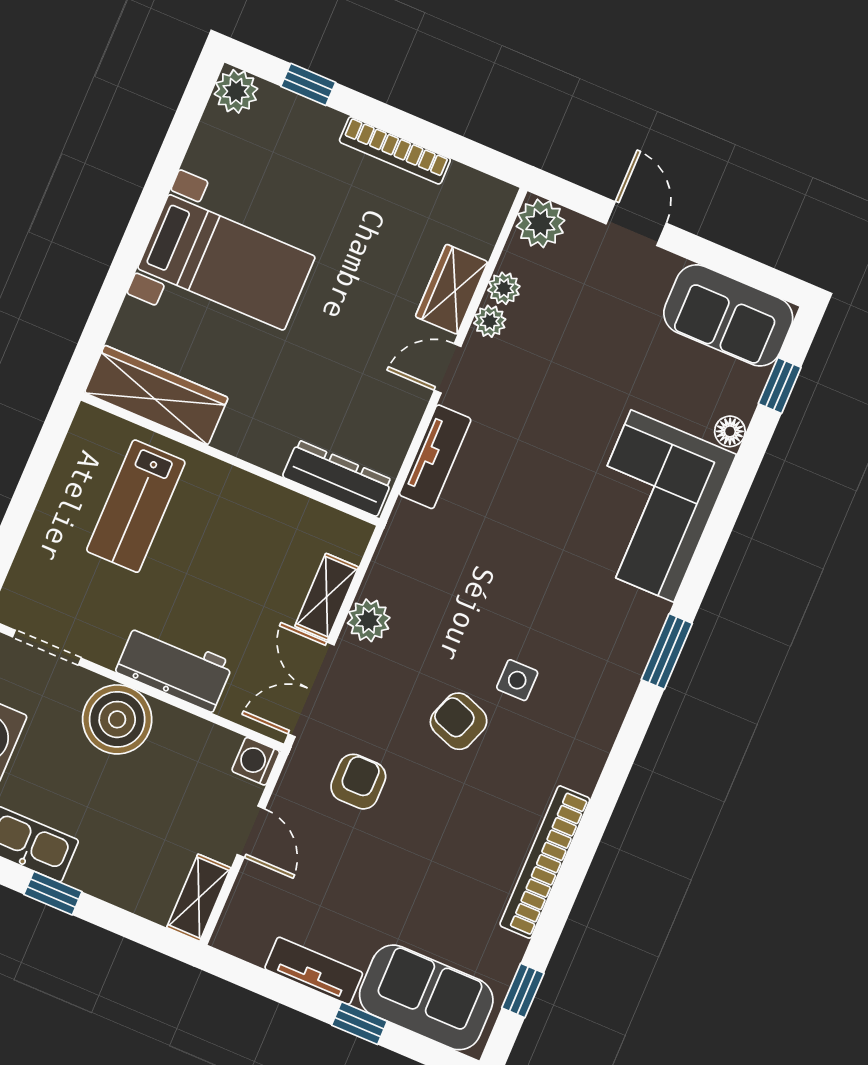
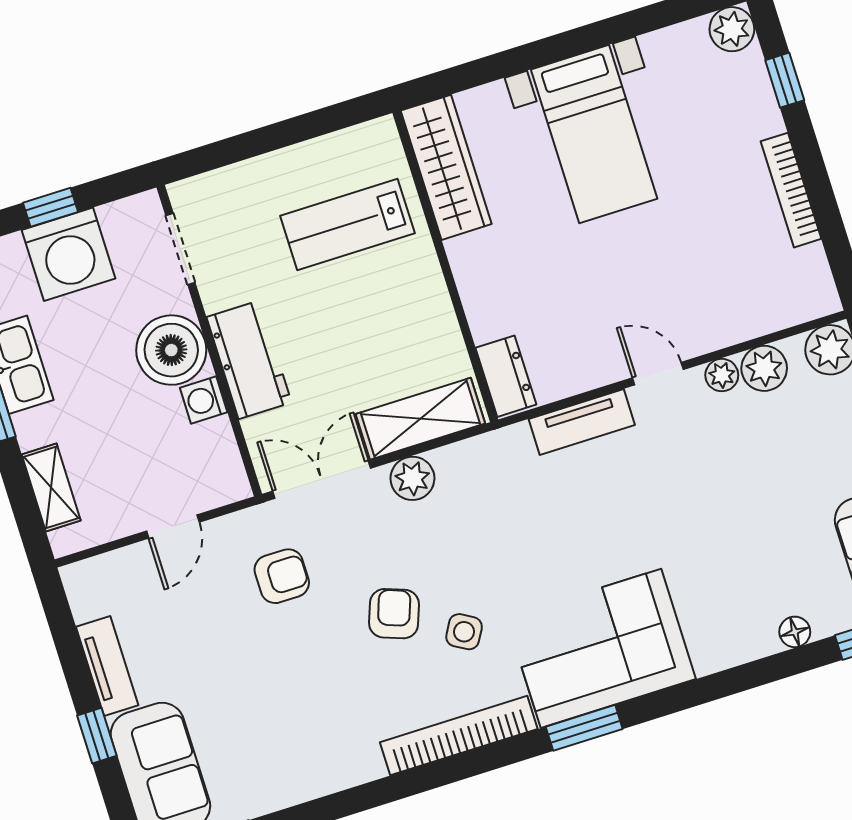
plant: (504, 288) -> (764, 368), width x1.38, depth x1.38
wardrobe: (452, 289) -> (721, 325), removed
dresser: (337, 478) -> (506, 376), width x0.70
corner sofa: (652, 506) -> (601, 648), moved
shelving: (327, 597) -> (420, 419), width x1.50, depth x1.33
side table: (517, 680) -> (464, 632), turned 30
washing machine: (256, 761) -> (204, 400), moved, turned -90
bookcase: (545, 862) -> (459, 736), moved
shelving: (199, 898) -> (51, 487), moved, turned 90

